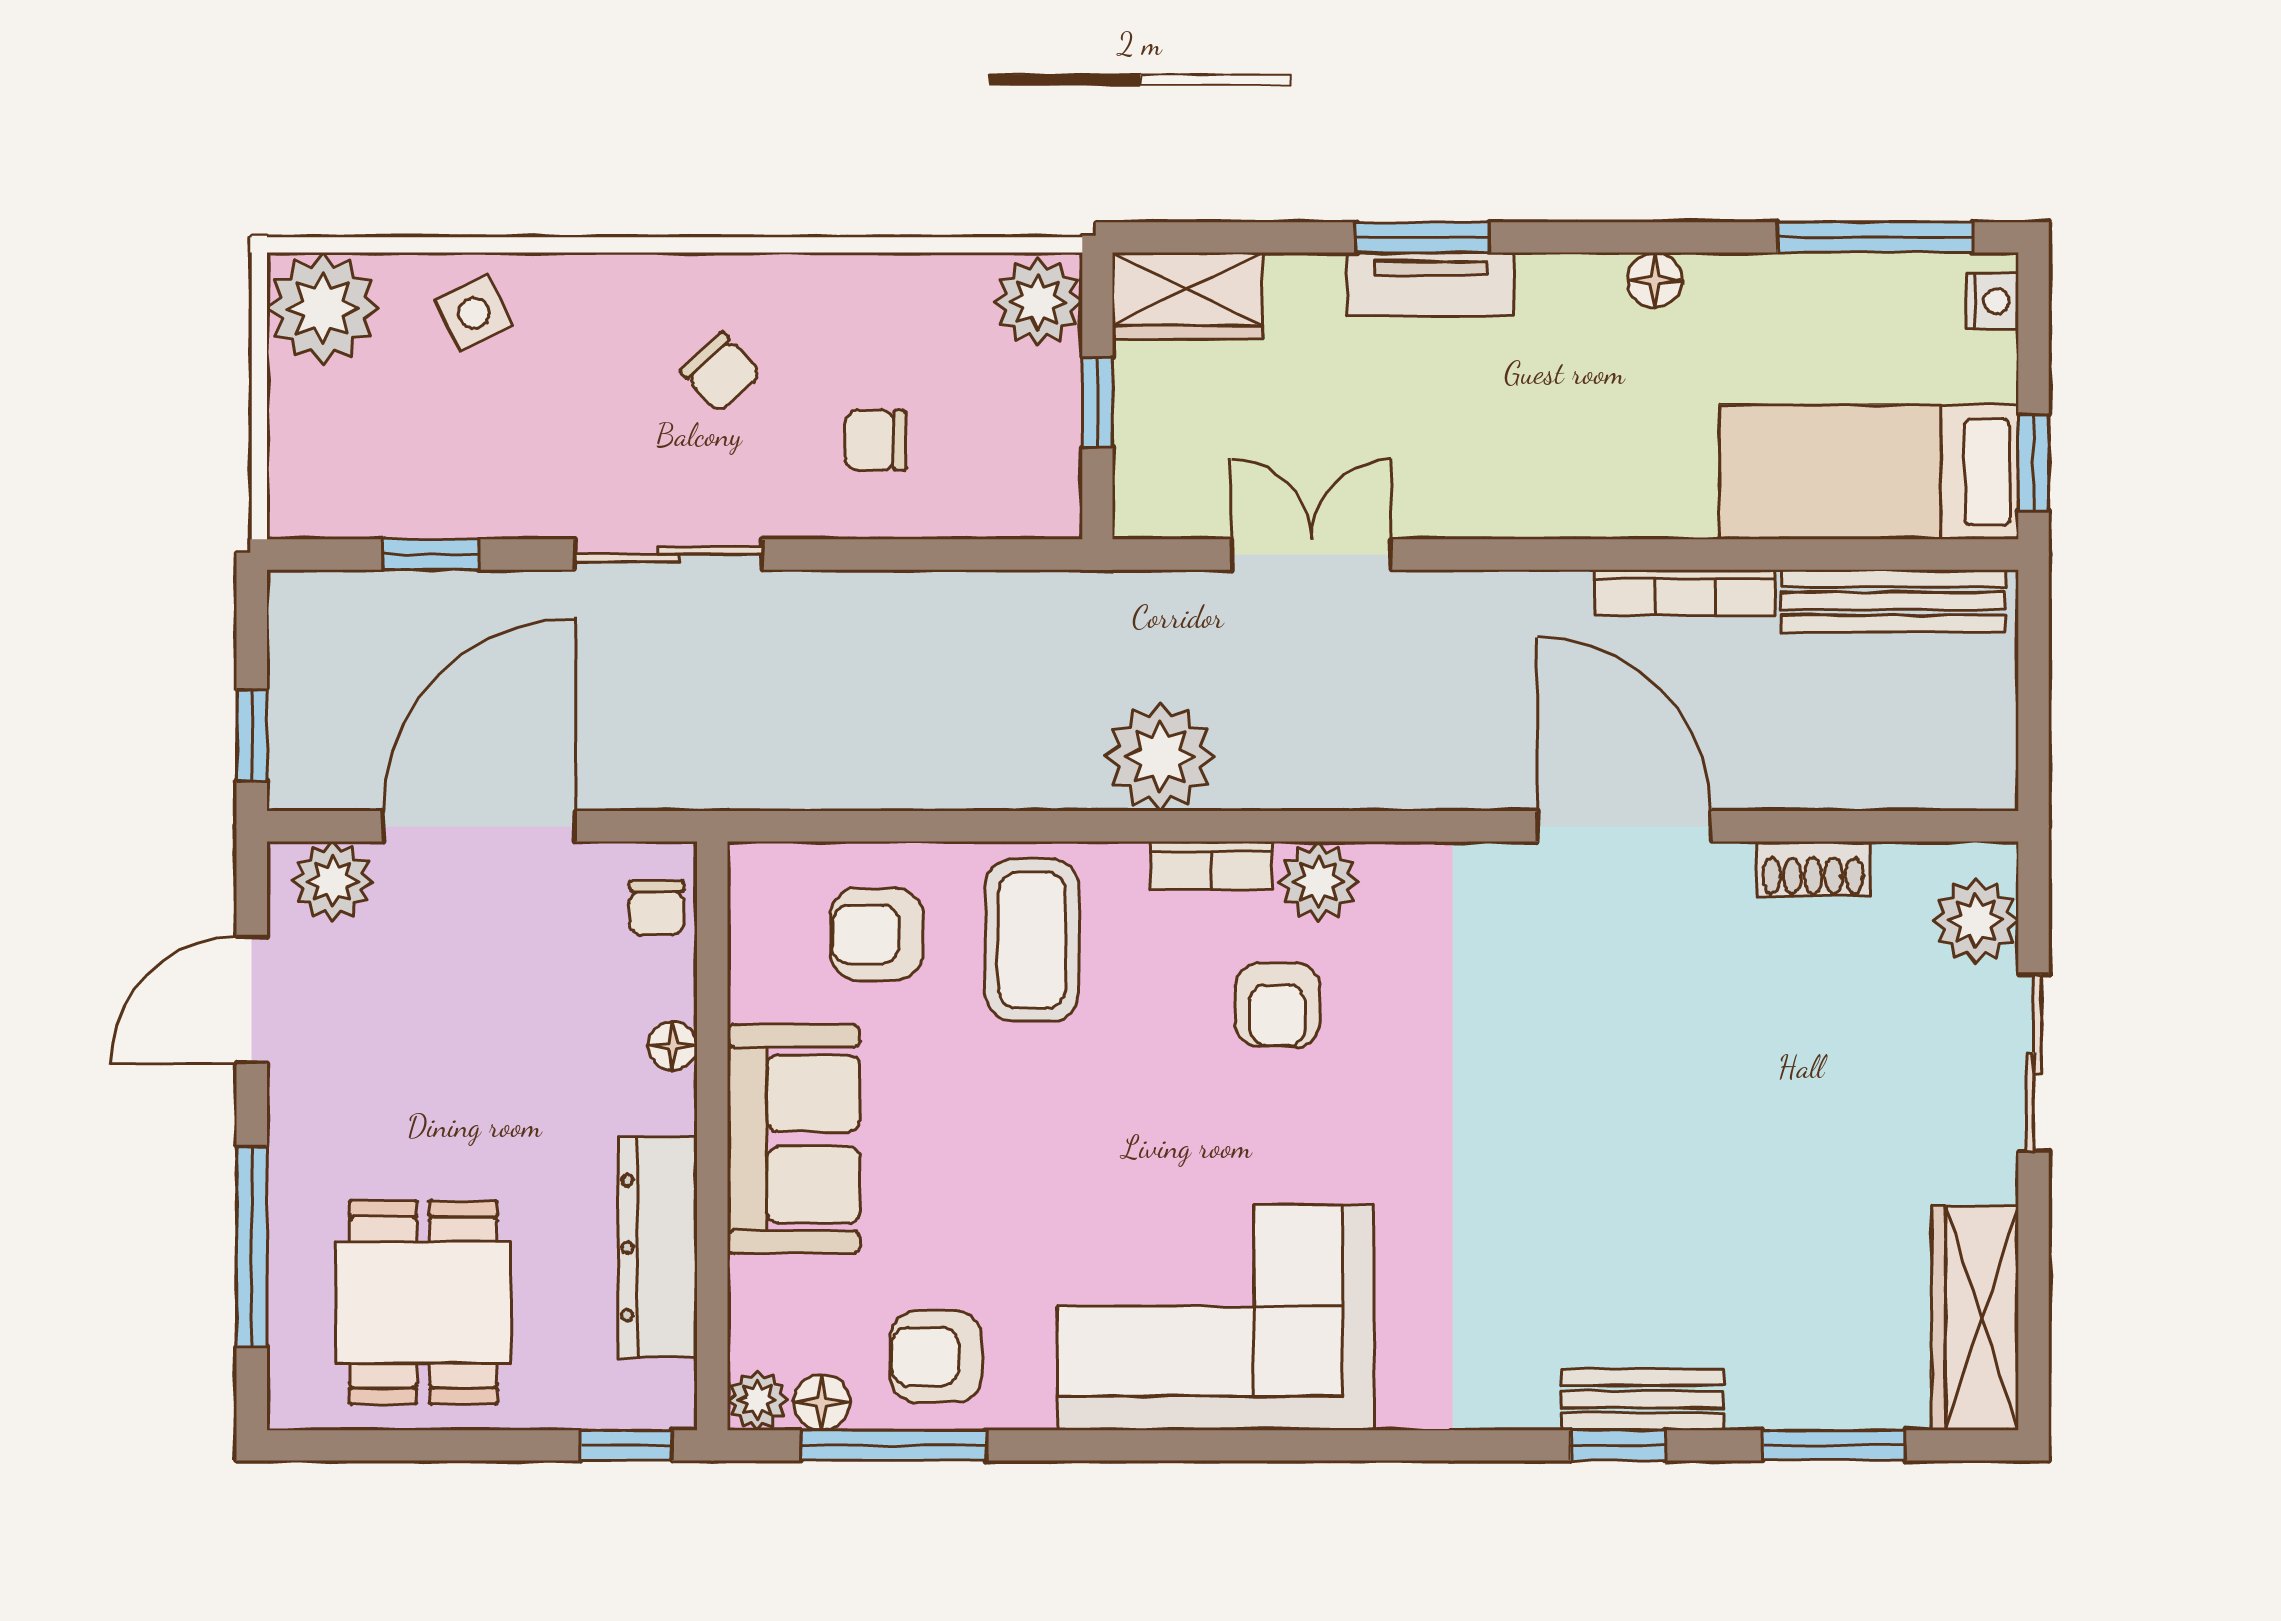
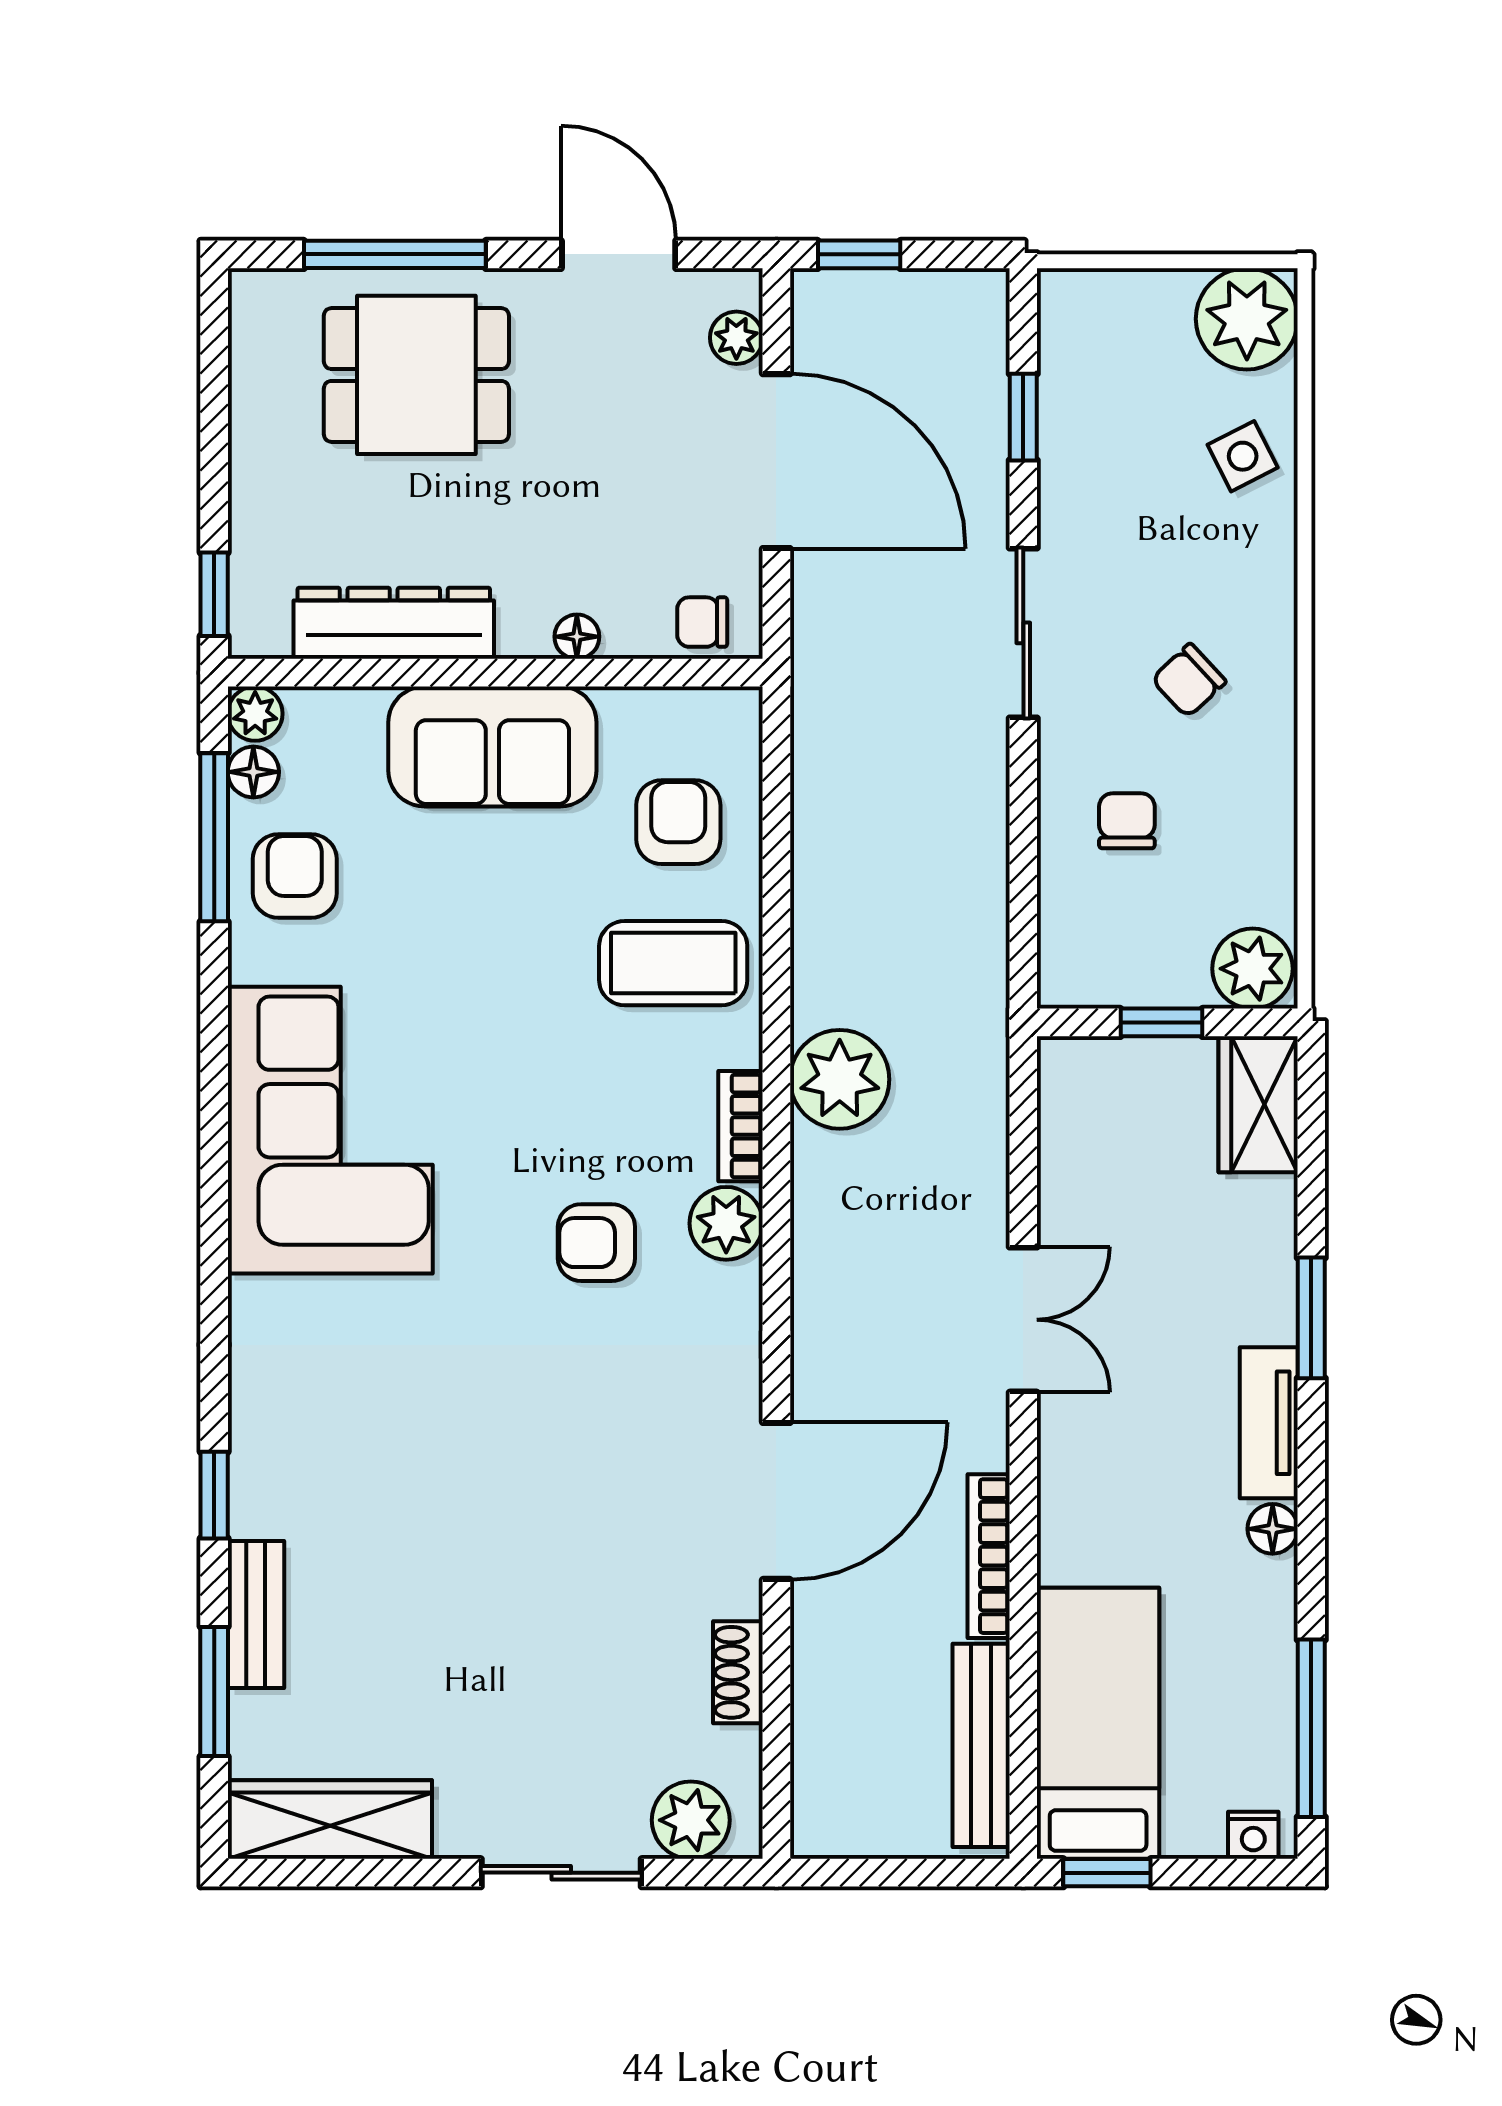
tv unit: (1431, 284) -> (1269, 1423), moved
double door: (1311, 554) -> (1023, 1320), moved
plant: (333, 881) -> (736, 338), width x0.73, depth x0.73
armchair: (1277, 1005) -> (596, 1243), moved
dining table: (423, 1302) -> (416, 375), moved
bench: (1642, 1399) -> (256, 1614), moved

